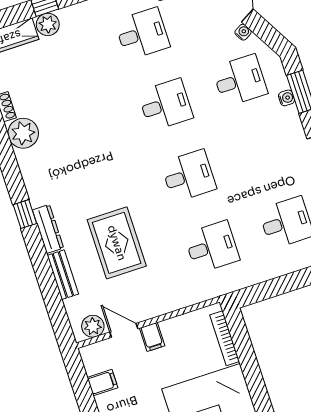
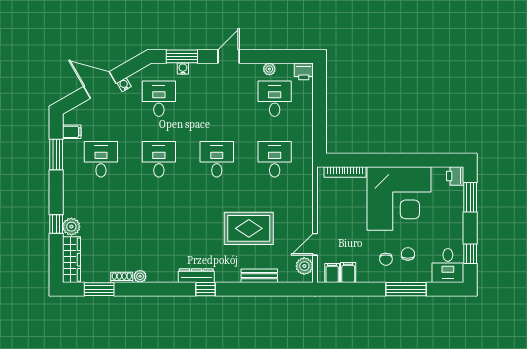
plant: (23, 133) -> (140, 276), width x0.53, depth x0.53
dresser: (48, 229) -> (196, 276), moved
filing cabinet: (152, 337) -> (332, 273), moved, turned -90

